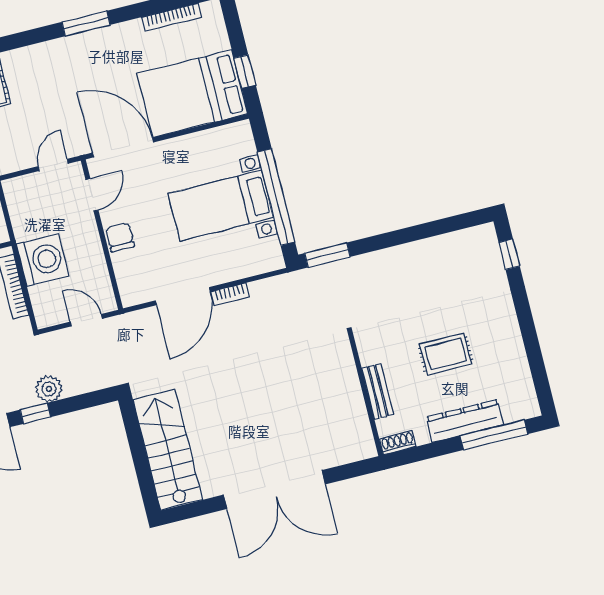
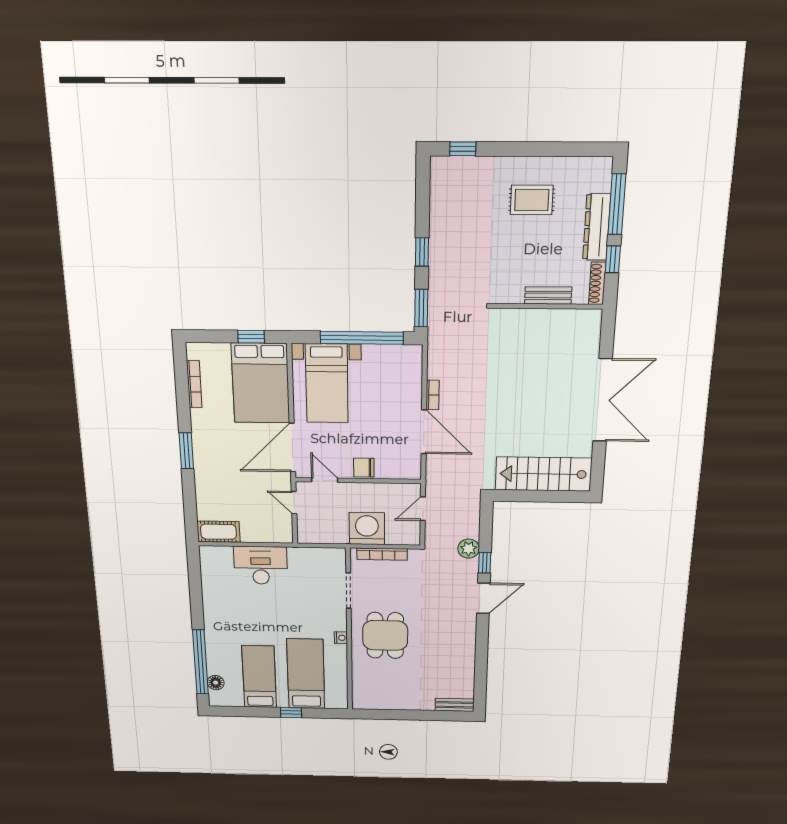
bed with nightstands: (221, 206) -> (327, 383), moved
window: (390, 240) -> (422, 252), added
rug: (446, 354) -> (532, 200), moved, turned 90
shoe rack: (398, 443) -> (597, 283), width x1.43
window: (435, 450) -> (613, 259), added

